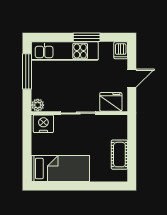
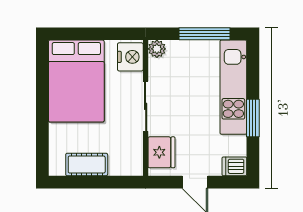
bed: (60, 168) -> (76, 81), width x1.50

